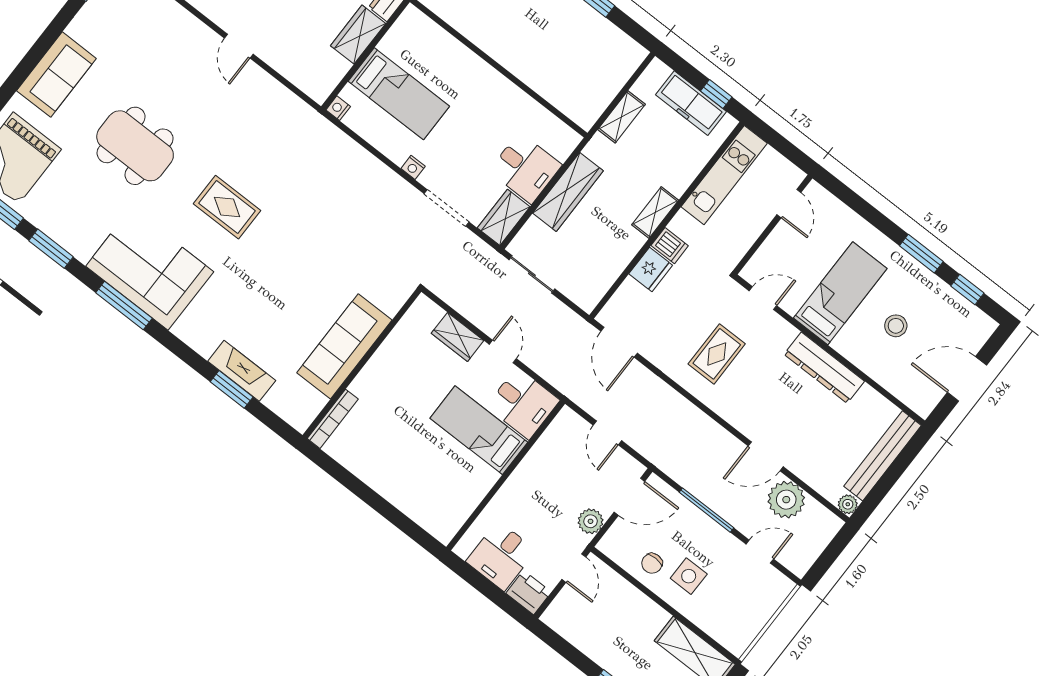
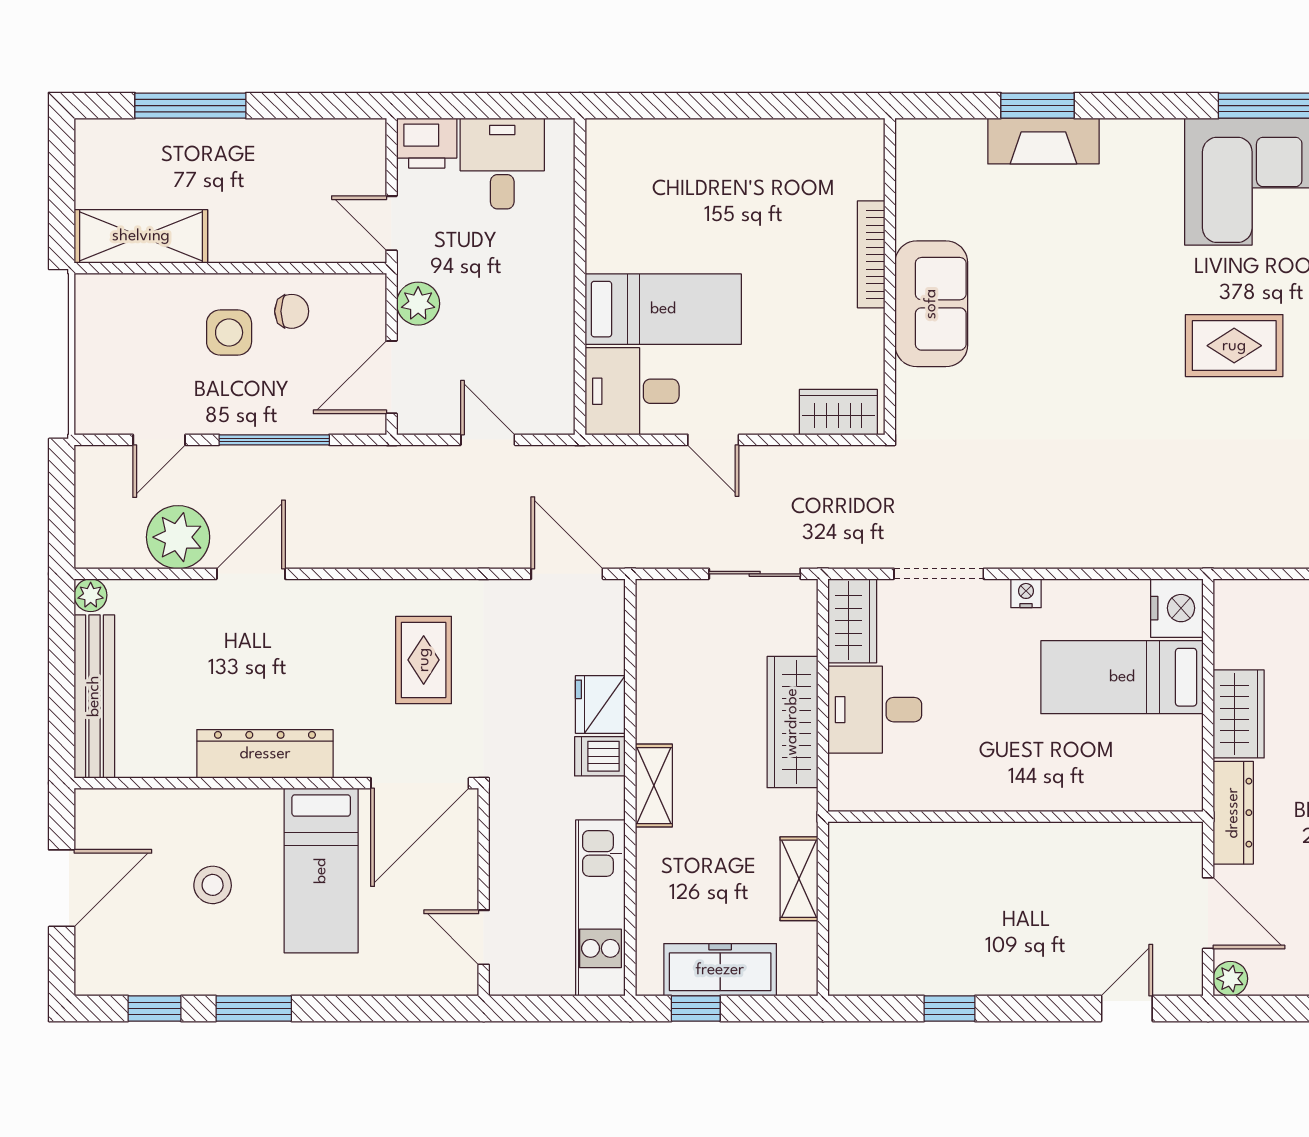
nightstand: (338, 108) -> (1177, 608), width x1.89, depth x1.79
door: (763, 298) -> (420, 783), width x1.87
wardrobe: (458, 337) -> (838, 412), moved
sofa: (344, 346) -> (931, 304), width x0.73
bookcase: (333, 419) -> (871, 254), moved
chair: (652, 563) -> (292, 311), turned 90

